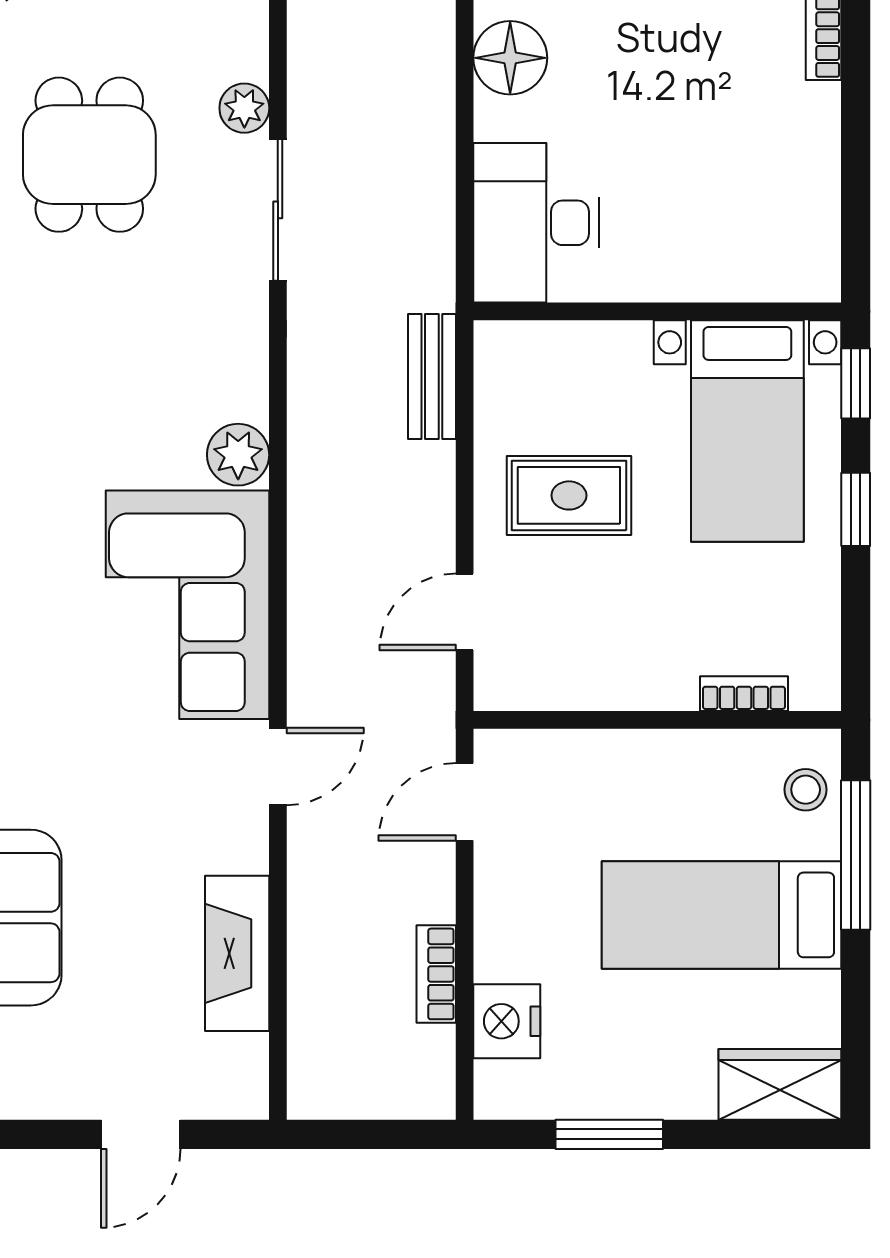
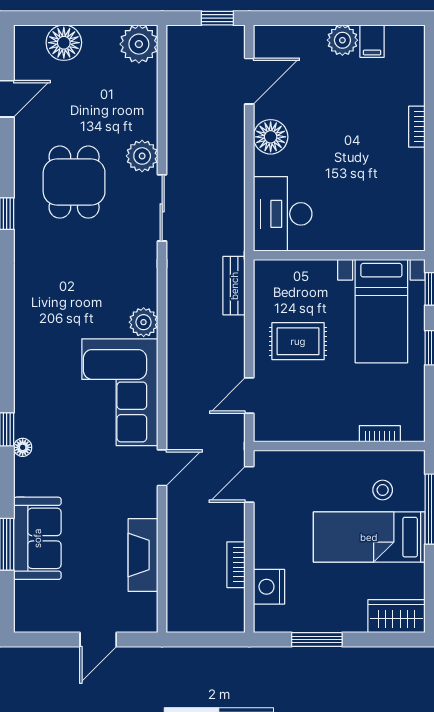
plant: (244, 108) -> (142, 156), width x1.38, depth x1.38
stool: (806, 790) -> (383, 490), moved

